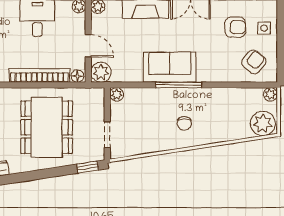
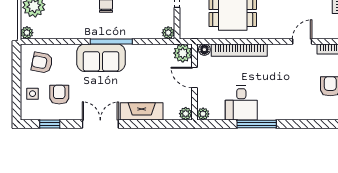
armchair: (235, 27) -> (59, 95), turned 90
armchair: (254, 62) -> (42, 63), turned 62
sofa: (170, 67) -> (101, 58), moved

